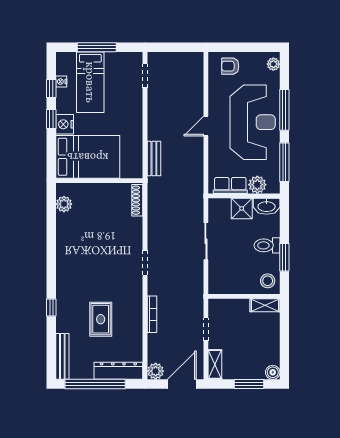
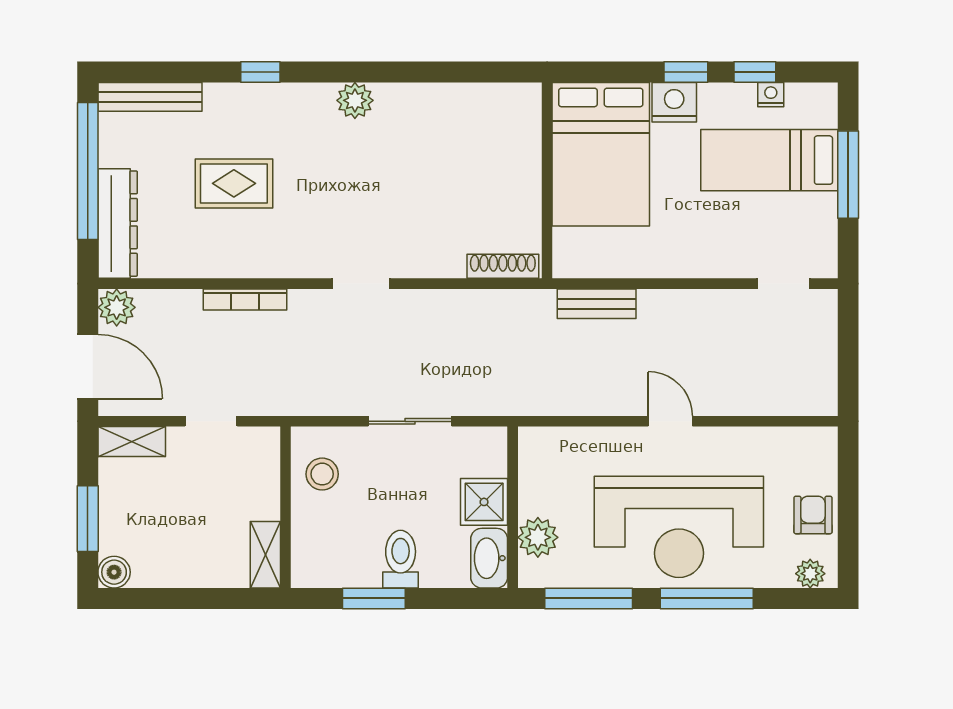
armchair: (230, 66) -> (813, 515), moved
row of seats: (230, 185) -> (536, 476), removed
plant: (64, 204) -> (355, 100), moved
stool: (268, 281) -> (322, 474), moved

